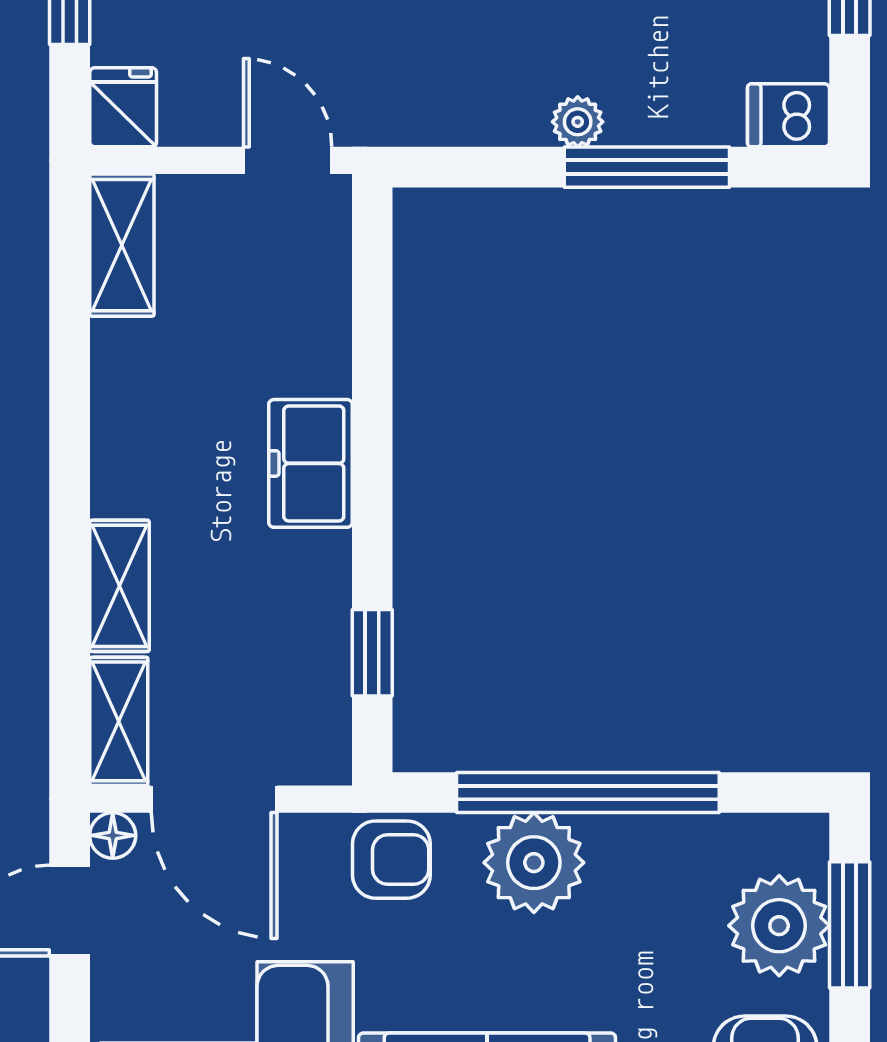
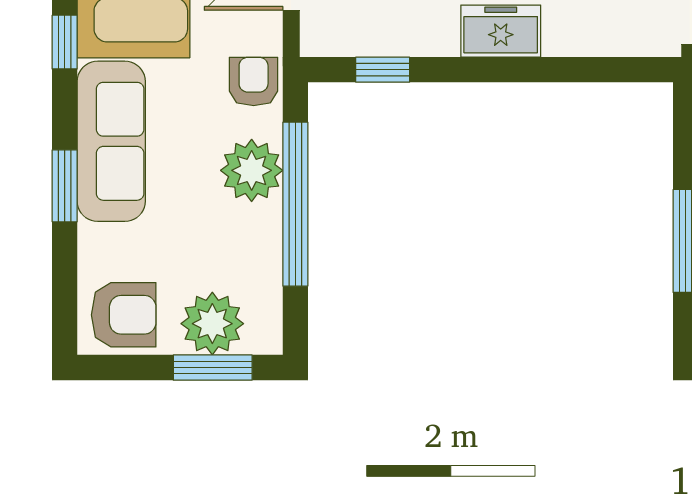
armchair: (391, 860) -> (254, 82), turned 180

